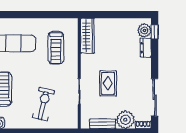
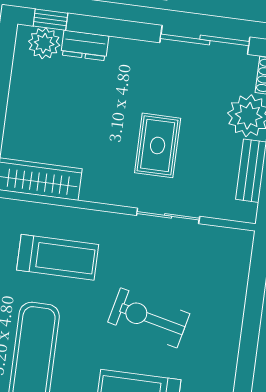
rug: (108, 83) -> (158, 145), turned 90
exercise bike: (43, 104) -> (149, 318), moved

